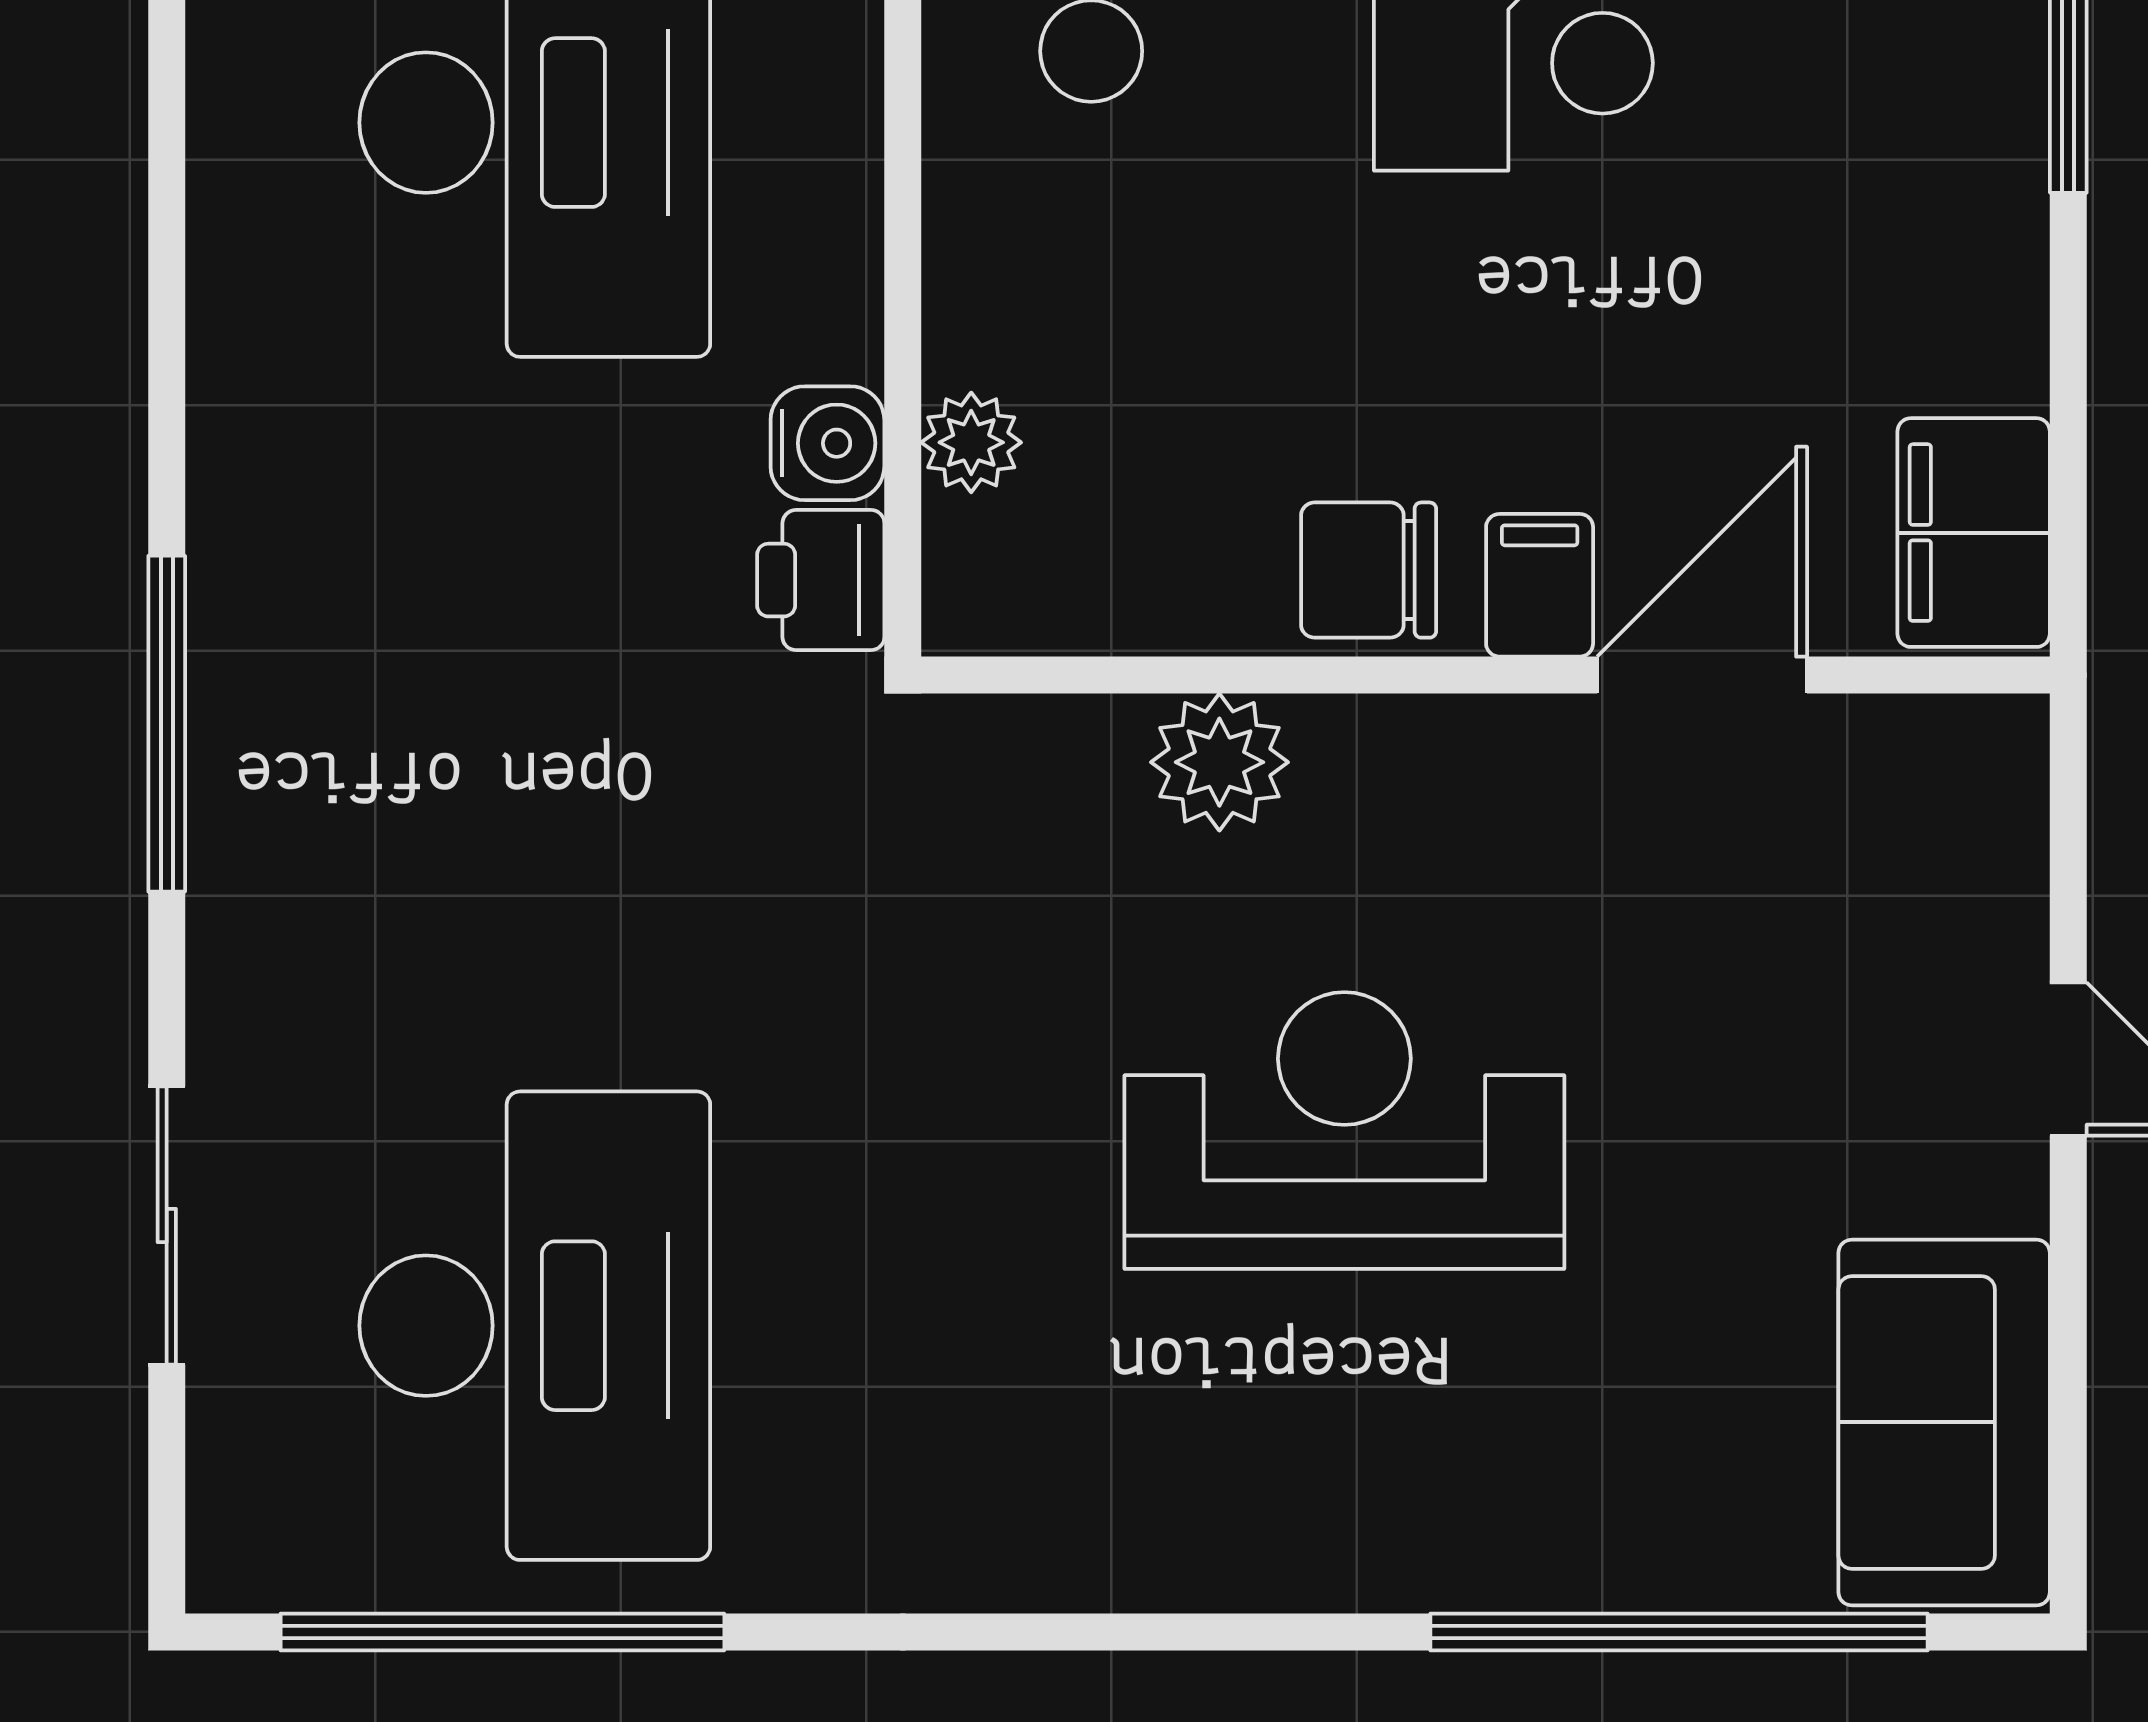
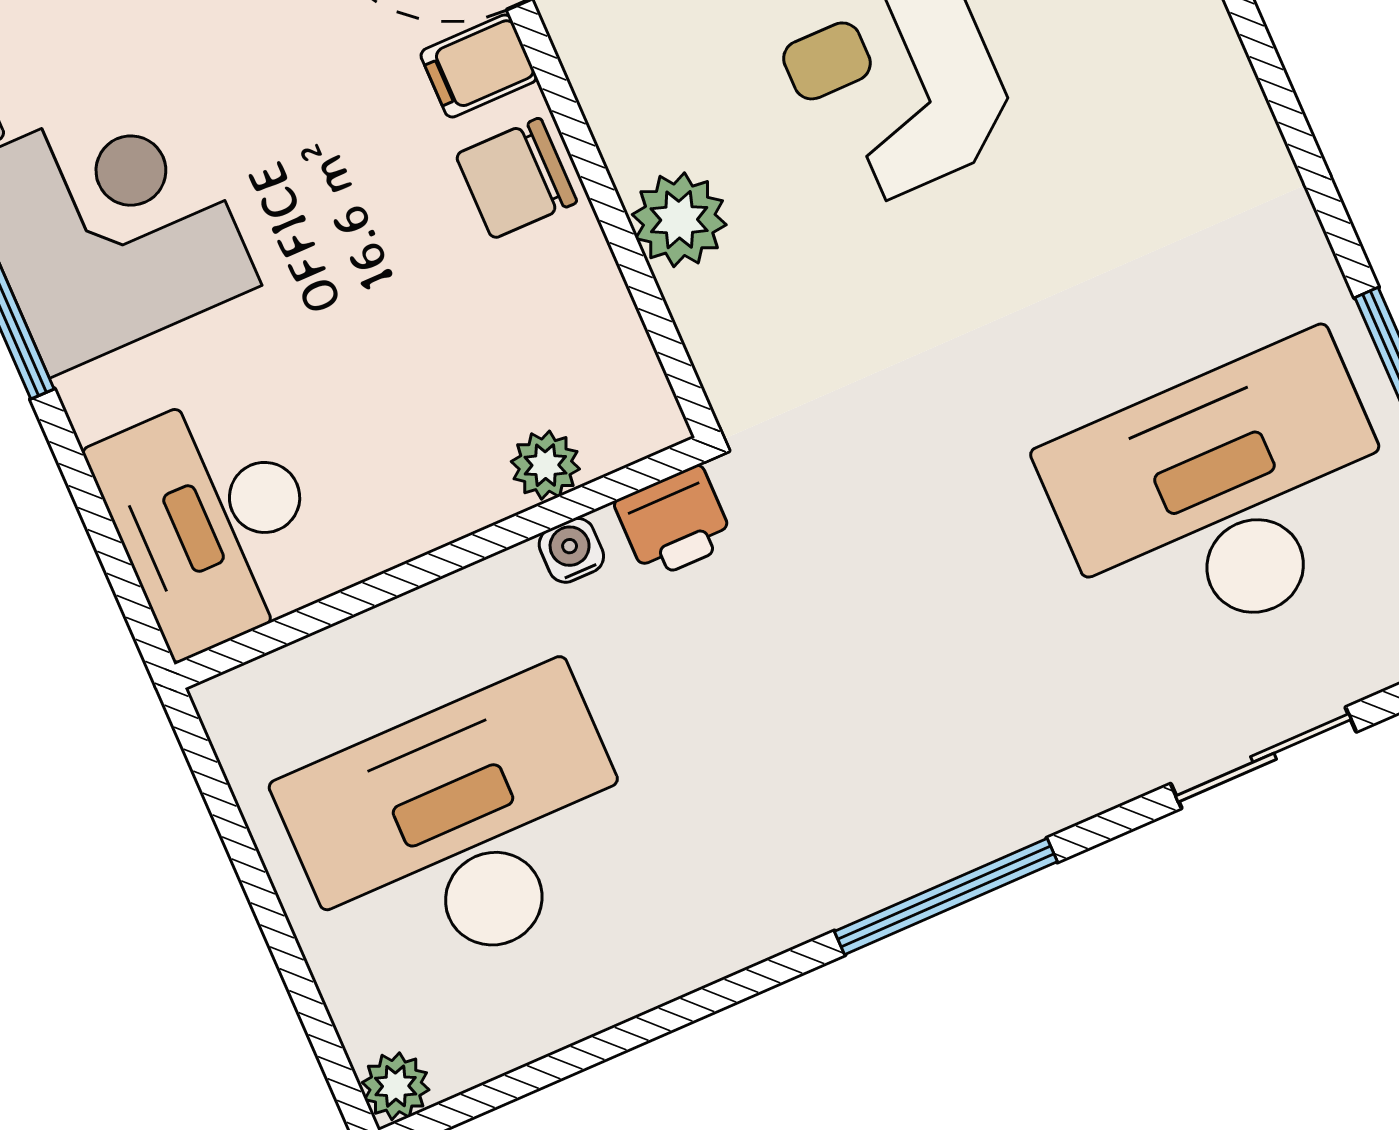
water cooler: (827, 443) -> (571, 550), width x0.72, depth x0.72
chair: (1369, 570) -> (516, 178), turned 90

